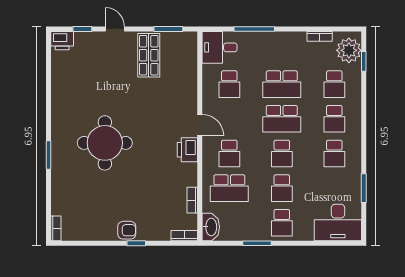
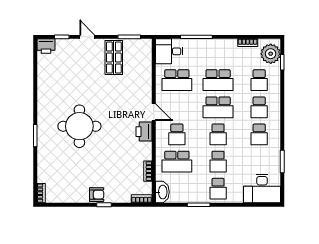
school desk: (229, 84) -> (177, 80), width x1.85

